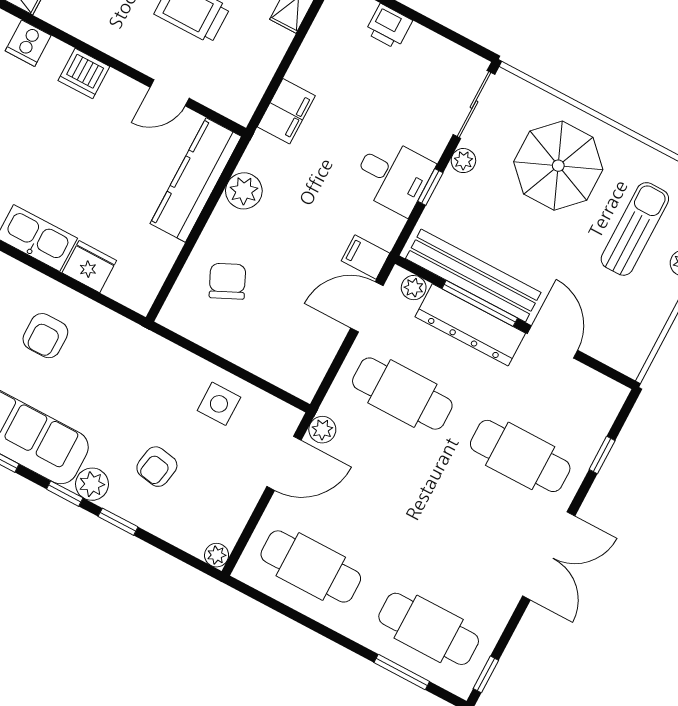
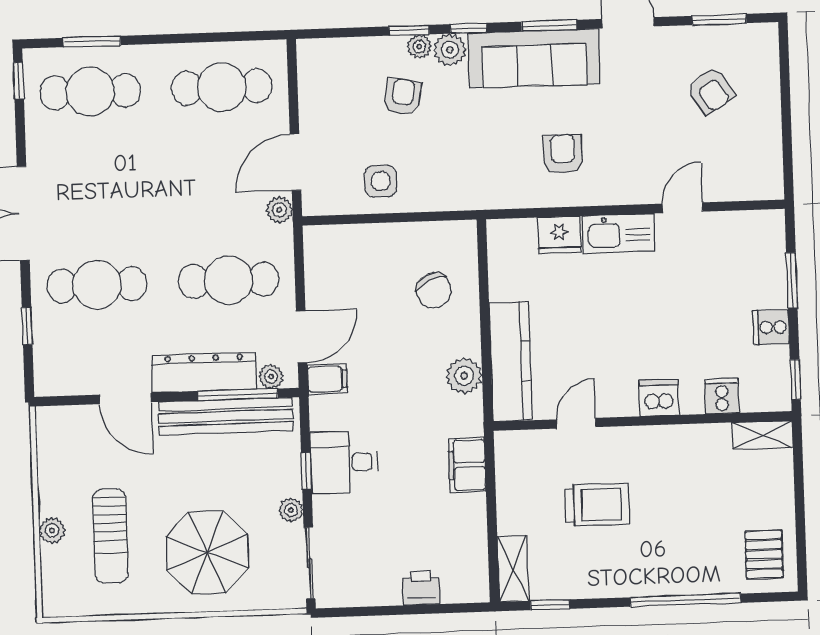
window: (480, 303) -> (238, 395), moved
plant: (217, 555) -> (419, 46), moved

